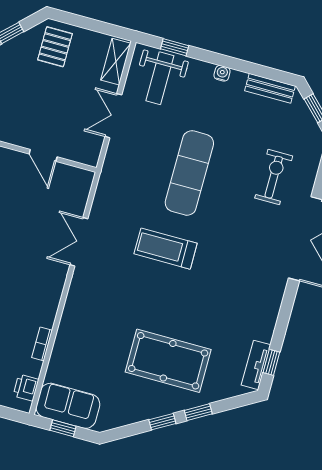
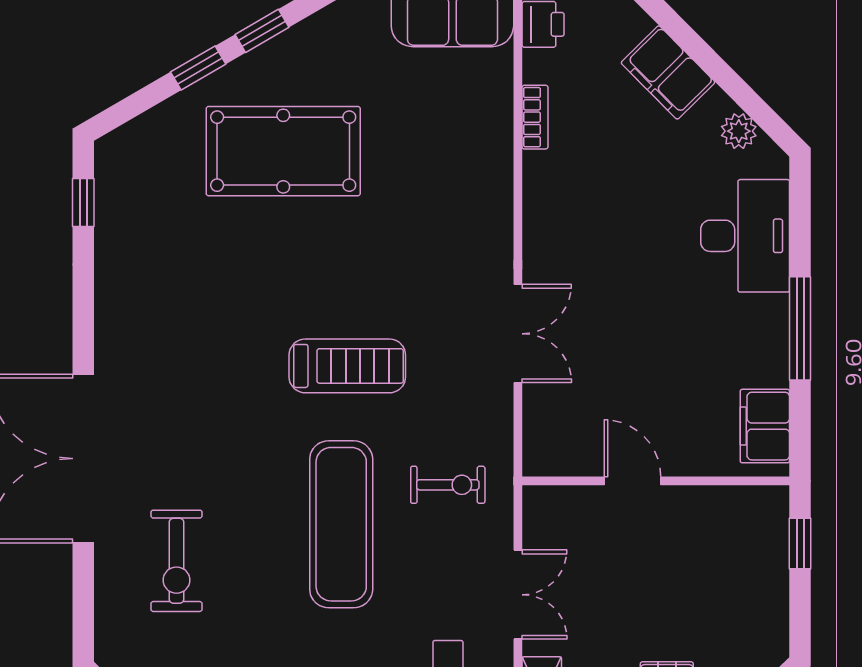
exercise bike: (133, 178) -> (448, 485), added
tv unit: (256, 365) -> (112, 189), removed

